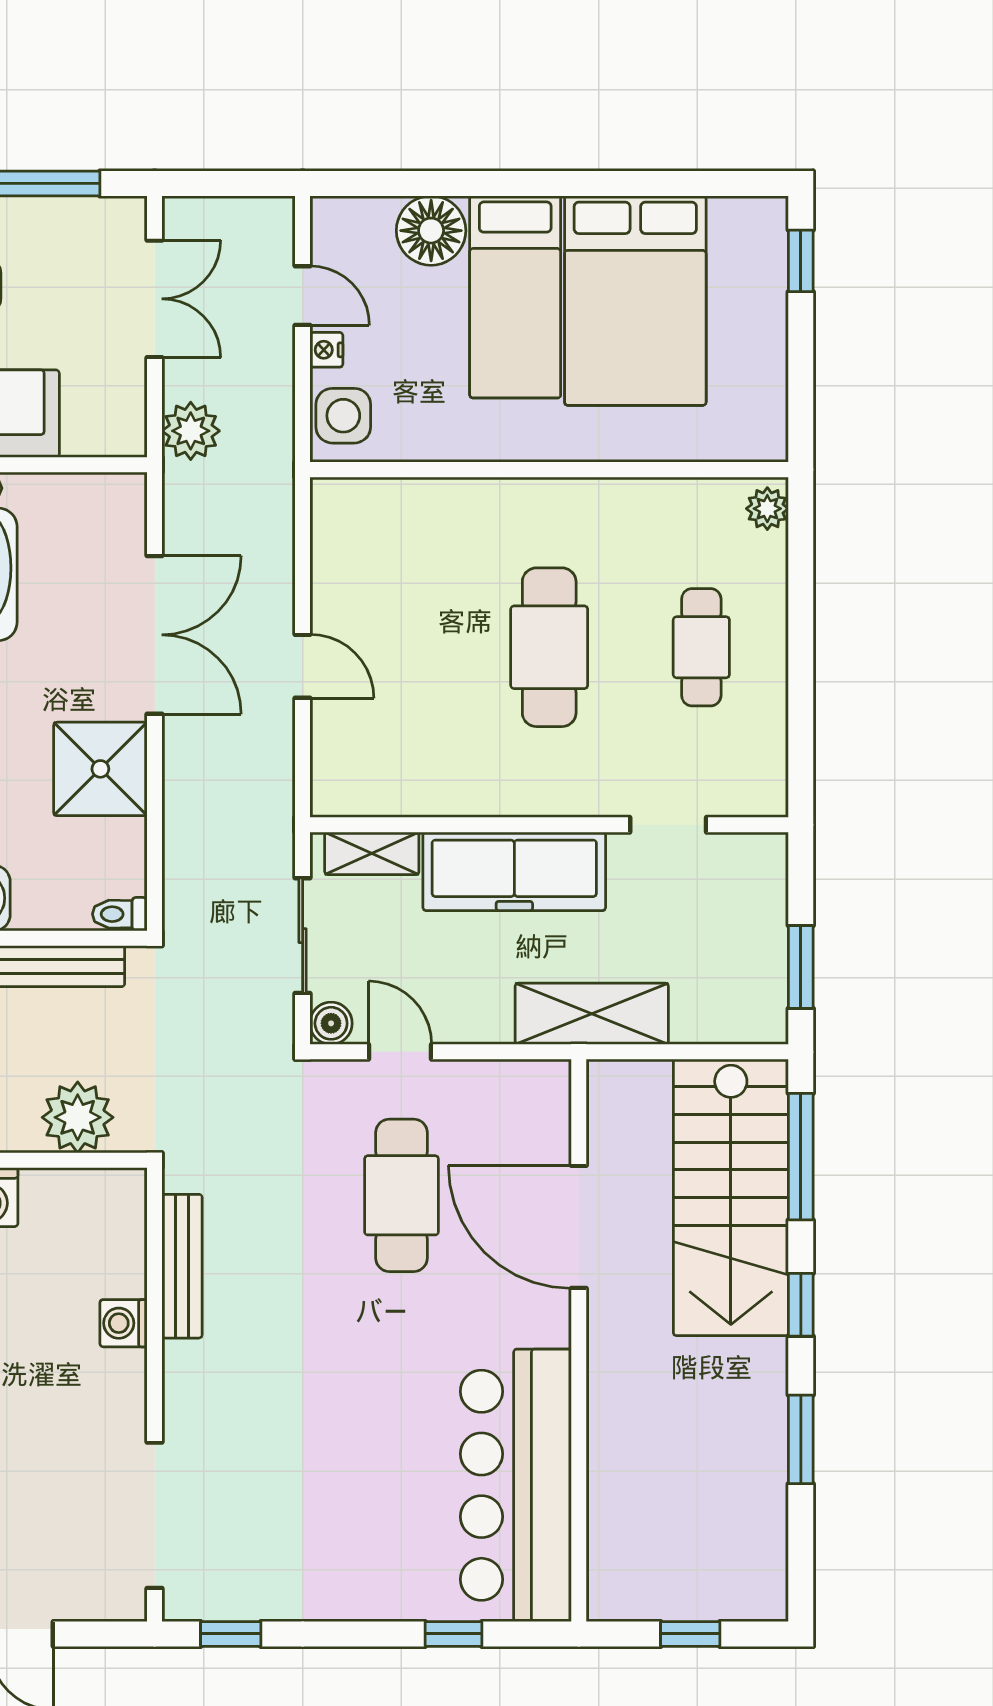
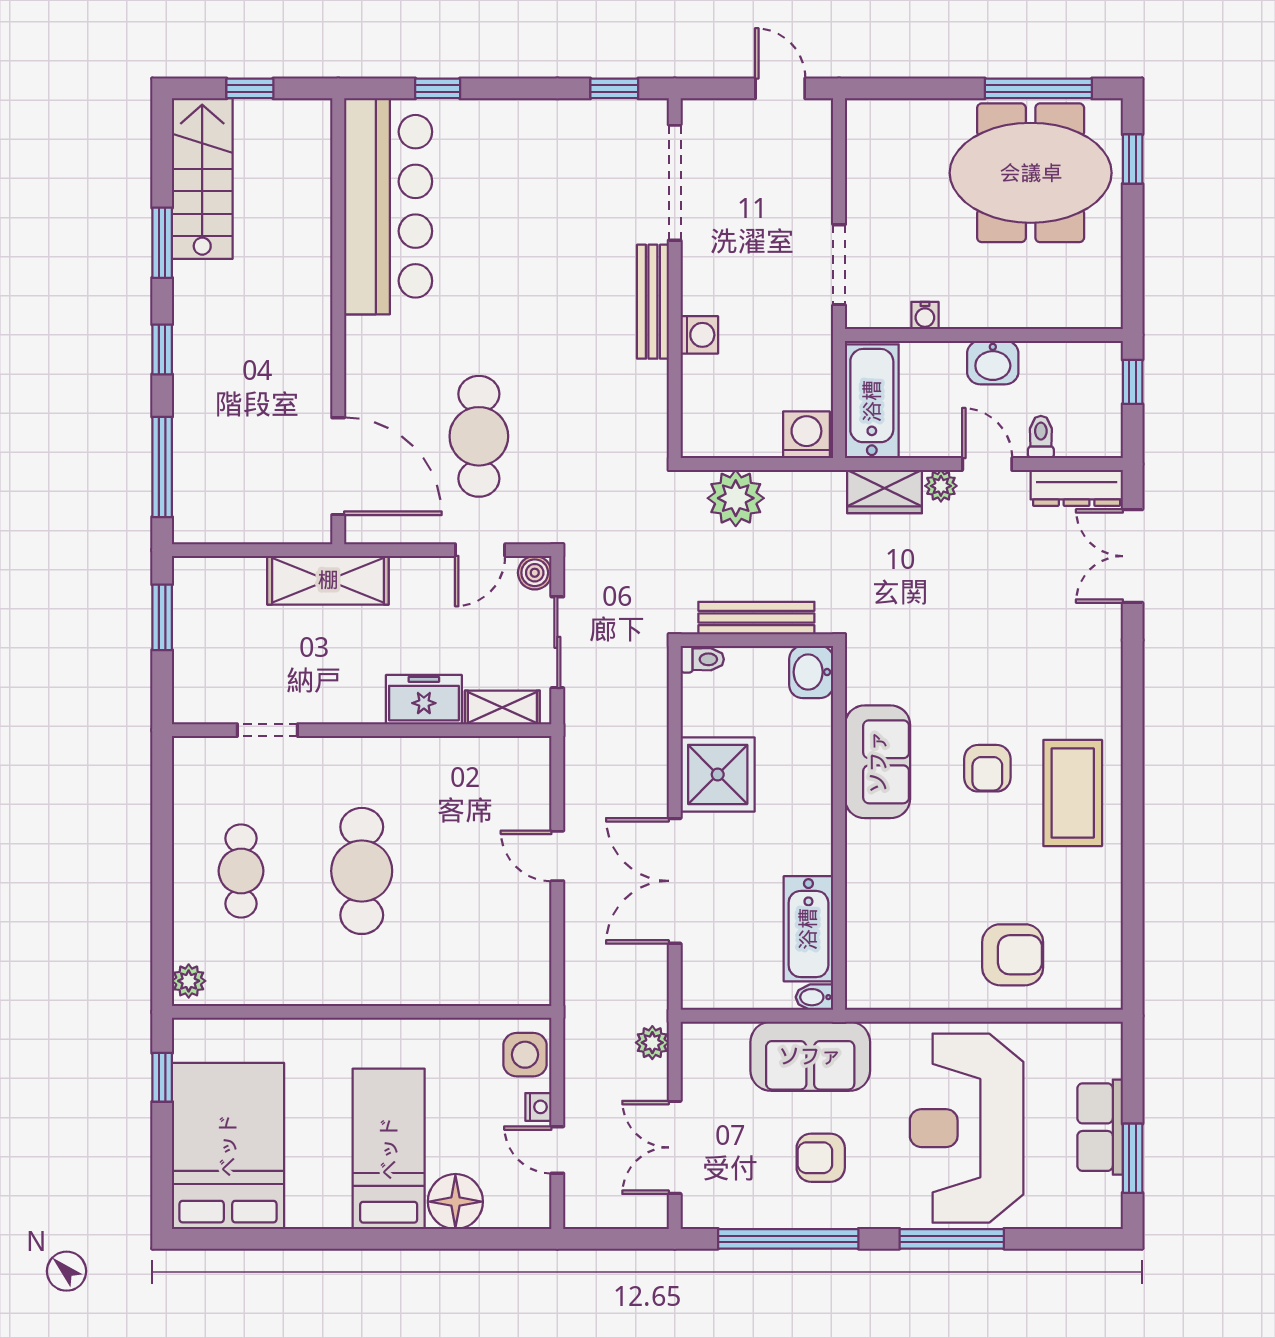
window: (801, 261) -> (162, 1077), moved
bed: (635, 301) -> (228, 1146), moved
plant: (191, 431) -> (652, 1043), width x0.73, depth x0.73
freezer: (514, 871) -> (424, 700), width x0.52, depth x0.79
door: (400, 1052) -> (480, 550), hinge flipped
stairs: (731, 1197) -> (202, 179), moved, width x0.73, depth x0.66
door: (579, 1227) -> (338, 466), moved
bench: (182, 1266) -> (653, 302), moved

